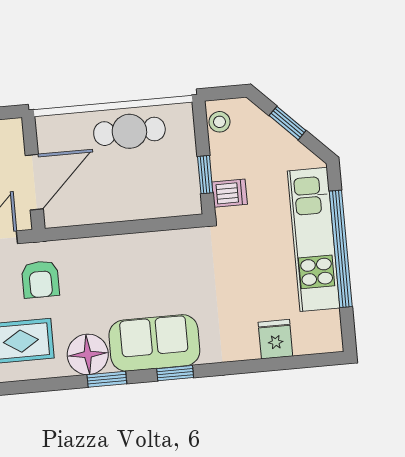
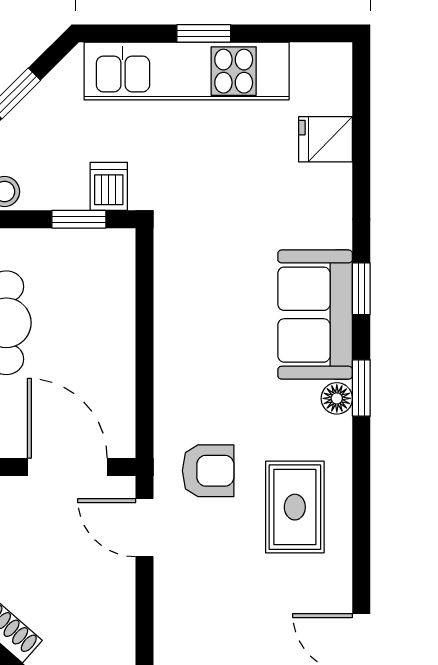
window: (341, 249) -> (204, 33), width x0.32
floor lamp: (88, 354) -> (337, 398), width x0.53, depth x0.53

